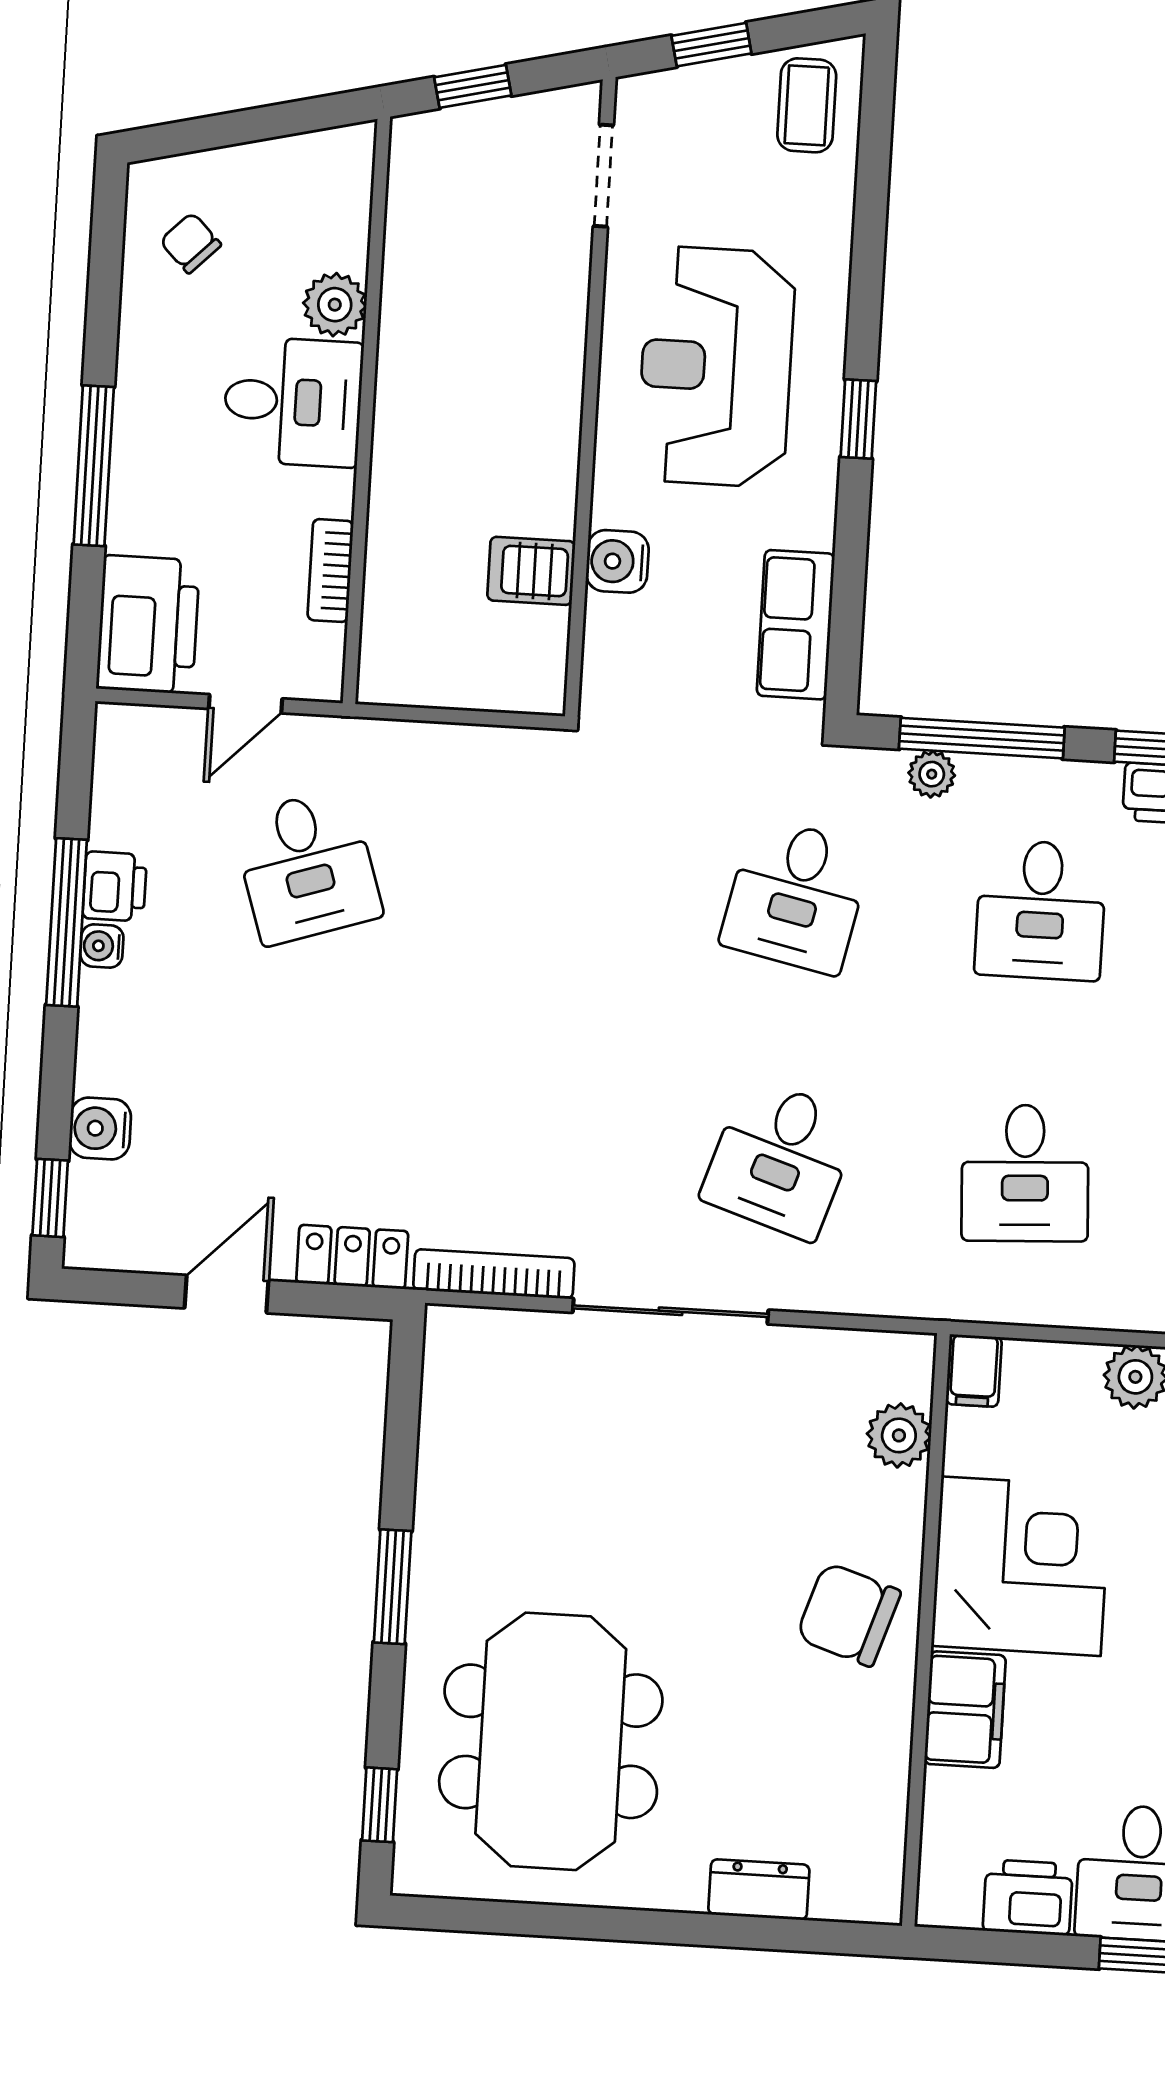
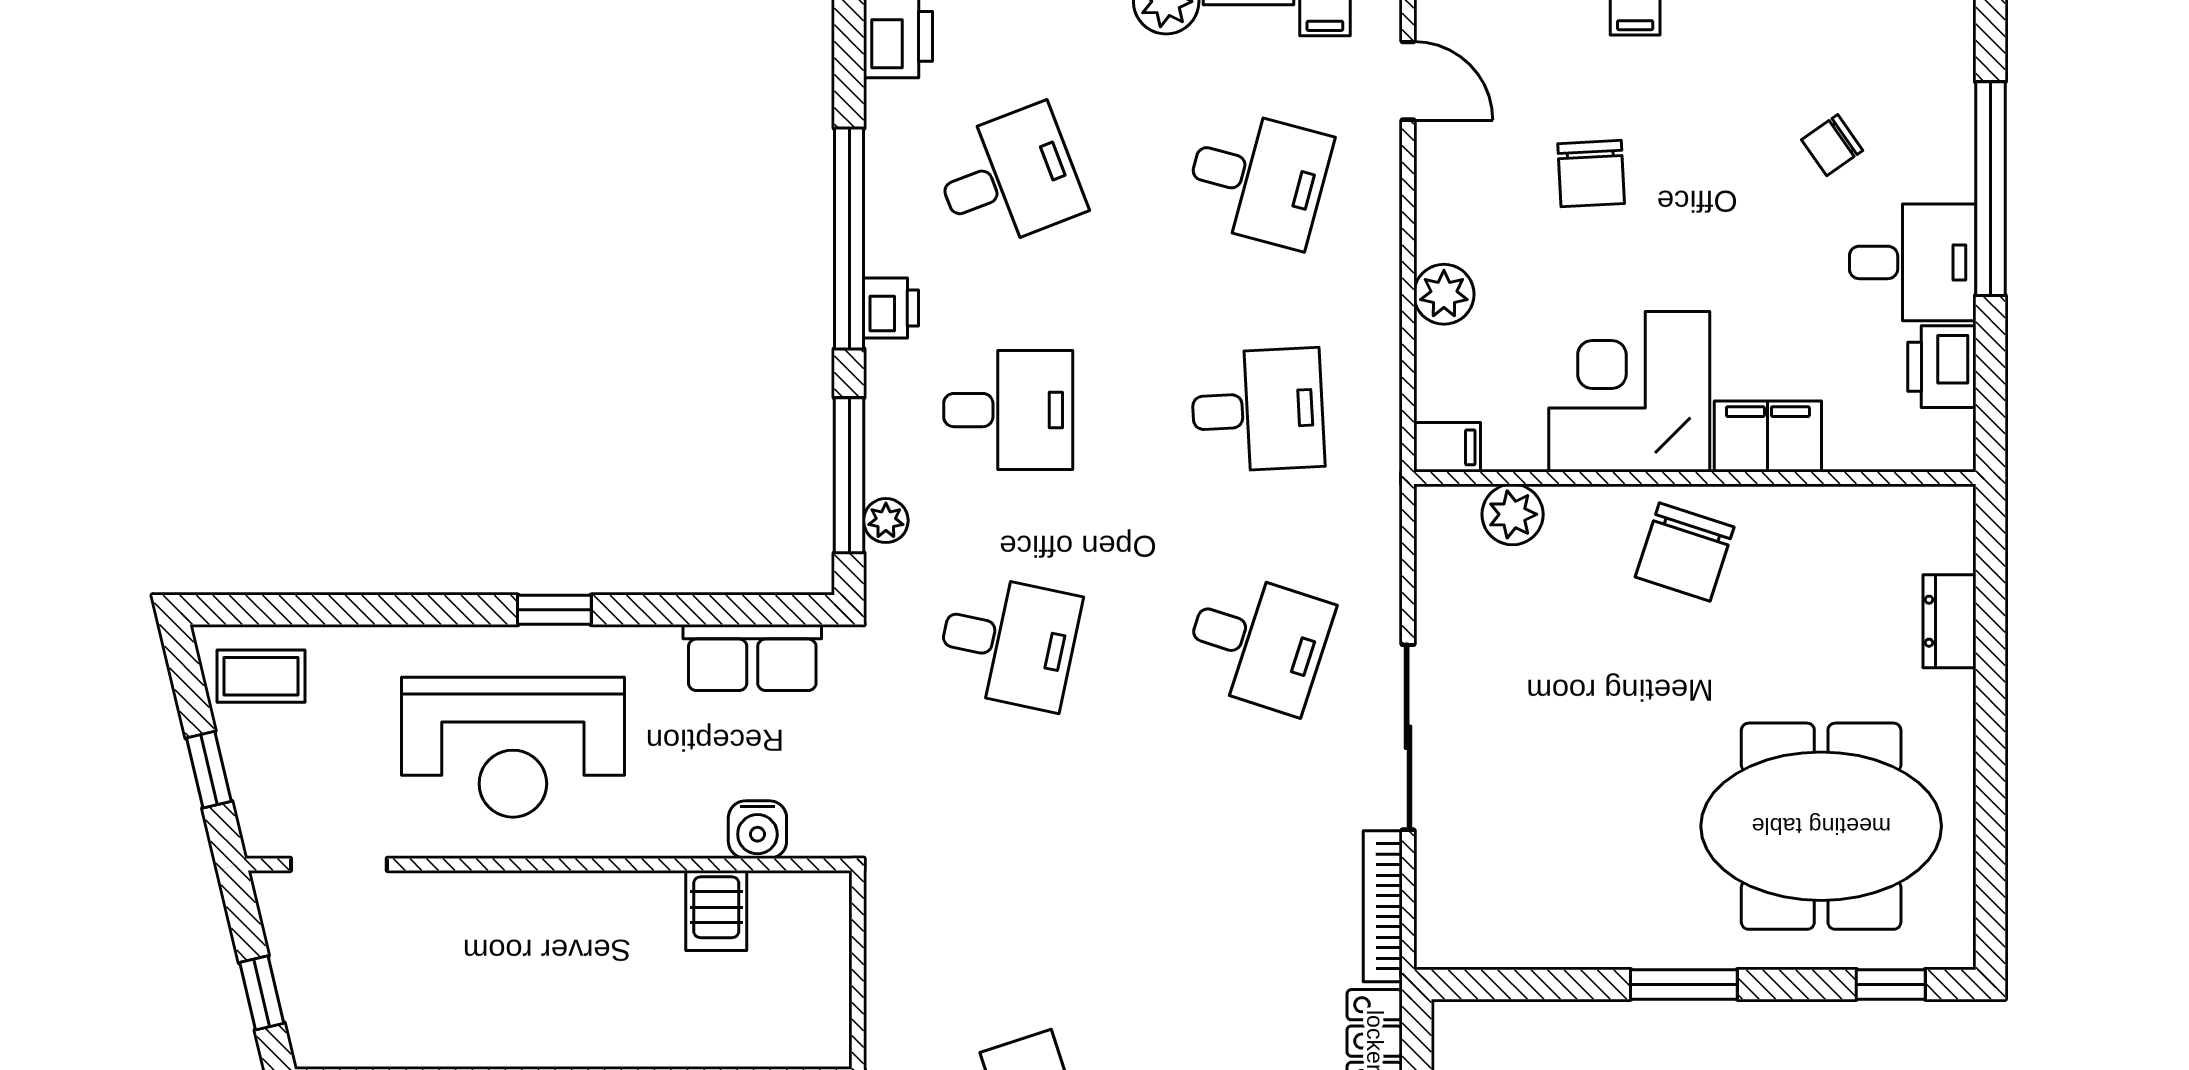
water cooler: (617, 561) -> (757, 830), moved

